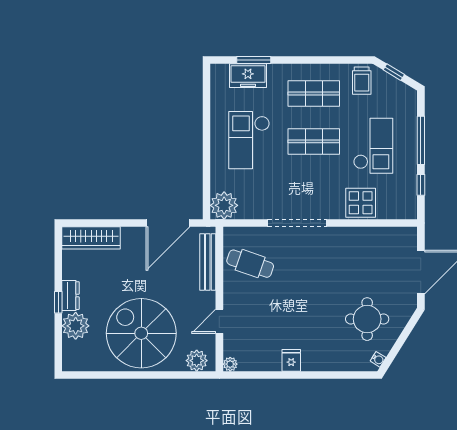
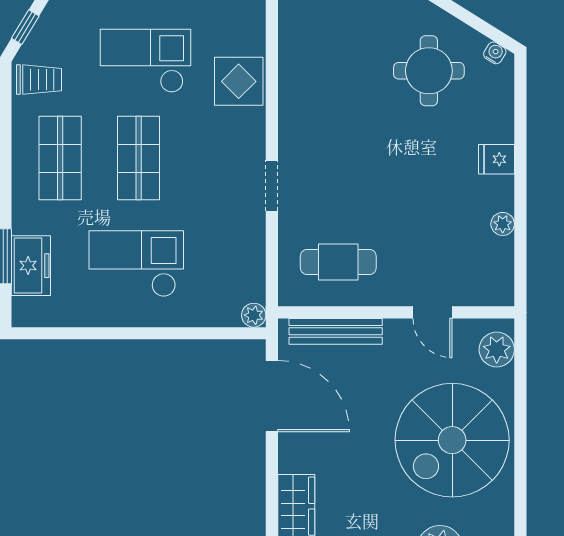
checkout: (249, 140) -> (136, 264), turned 180
plant: (224, 205) -> (254, 315), width x0.53, depth x0.53
doorway: (297, 223) -> (272, 186), width x0.53
cafe table: (250, 264) -> (338, 262), turned 71
fridge: (291, 360) -> (496, 159), moved
plant: (230, 364) -> (503, 224), moved

